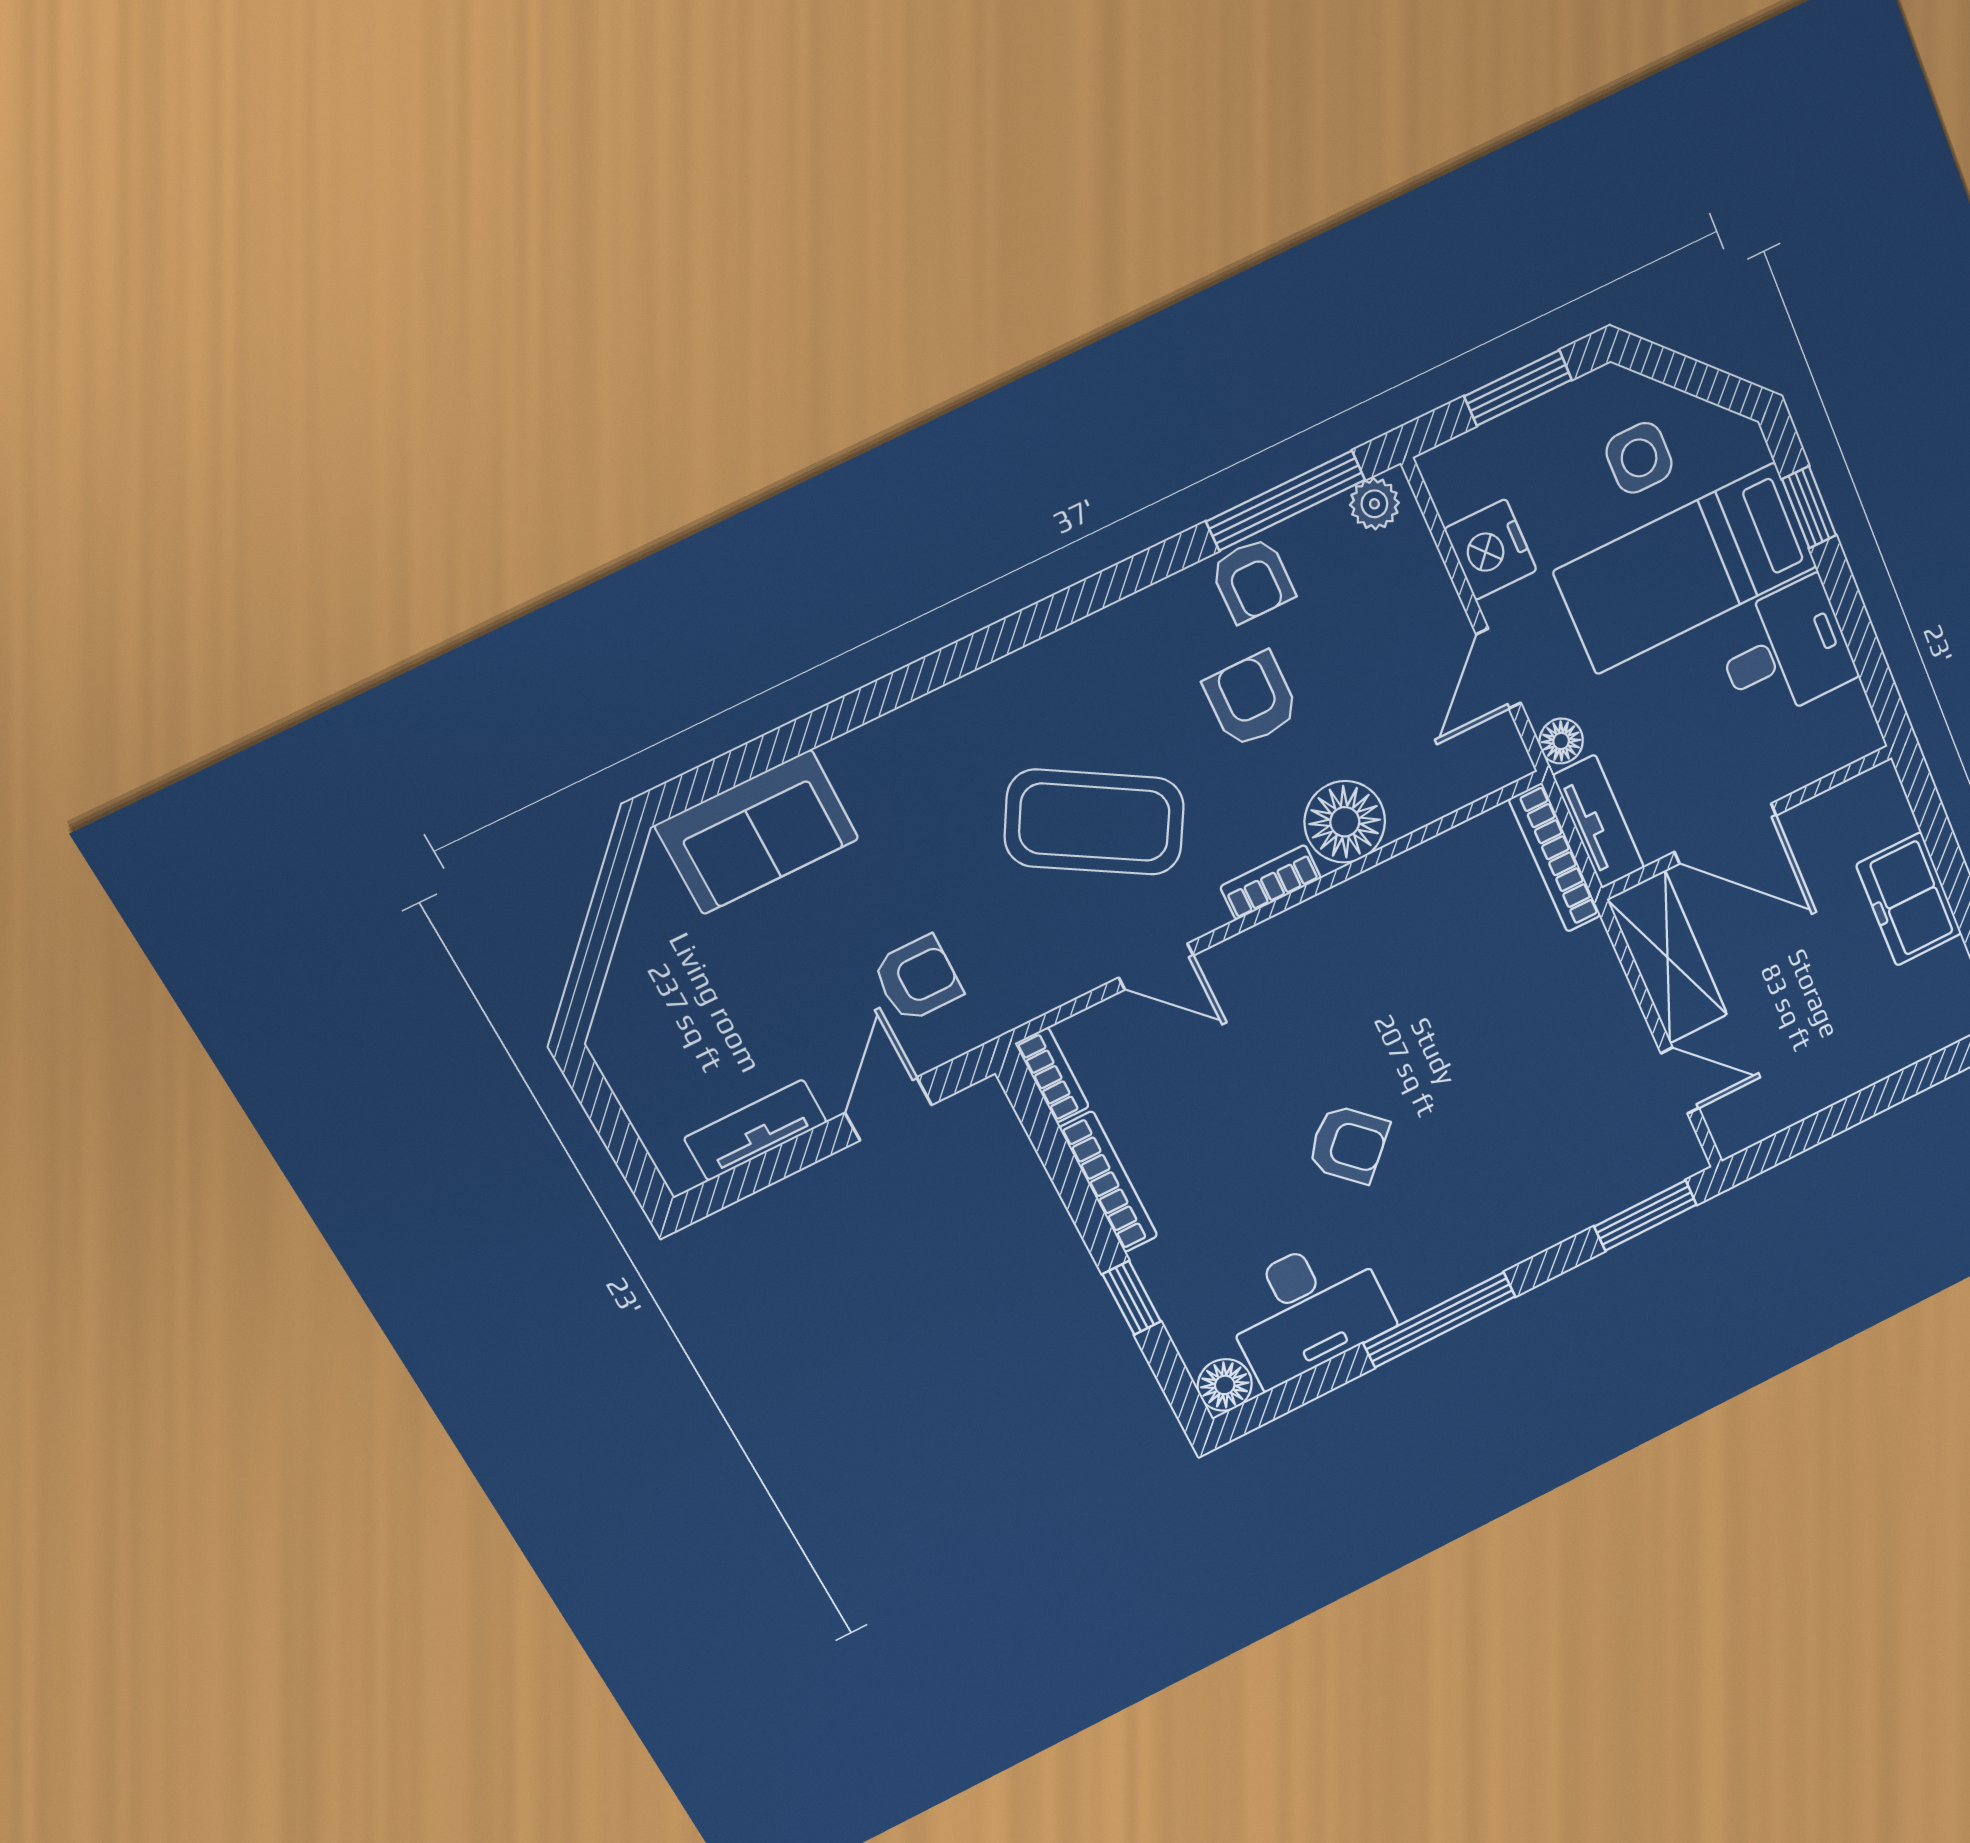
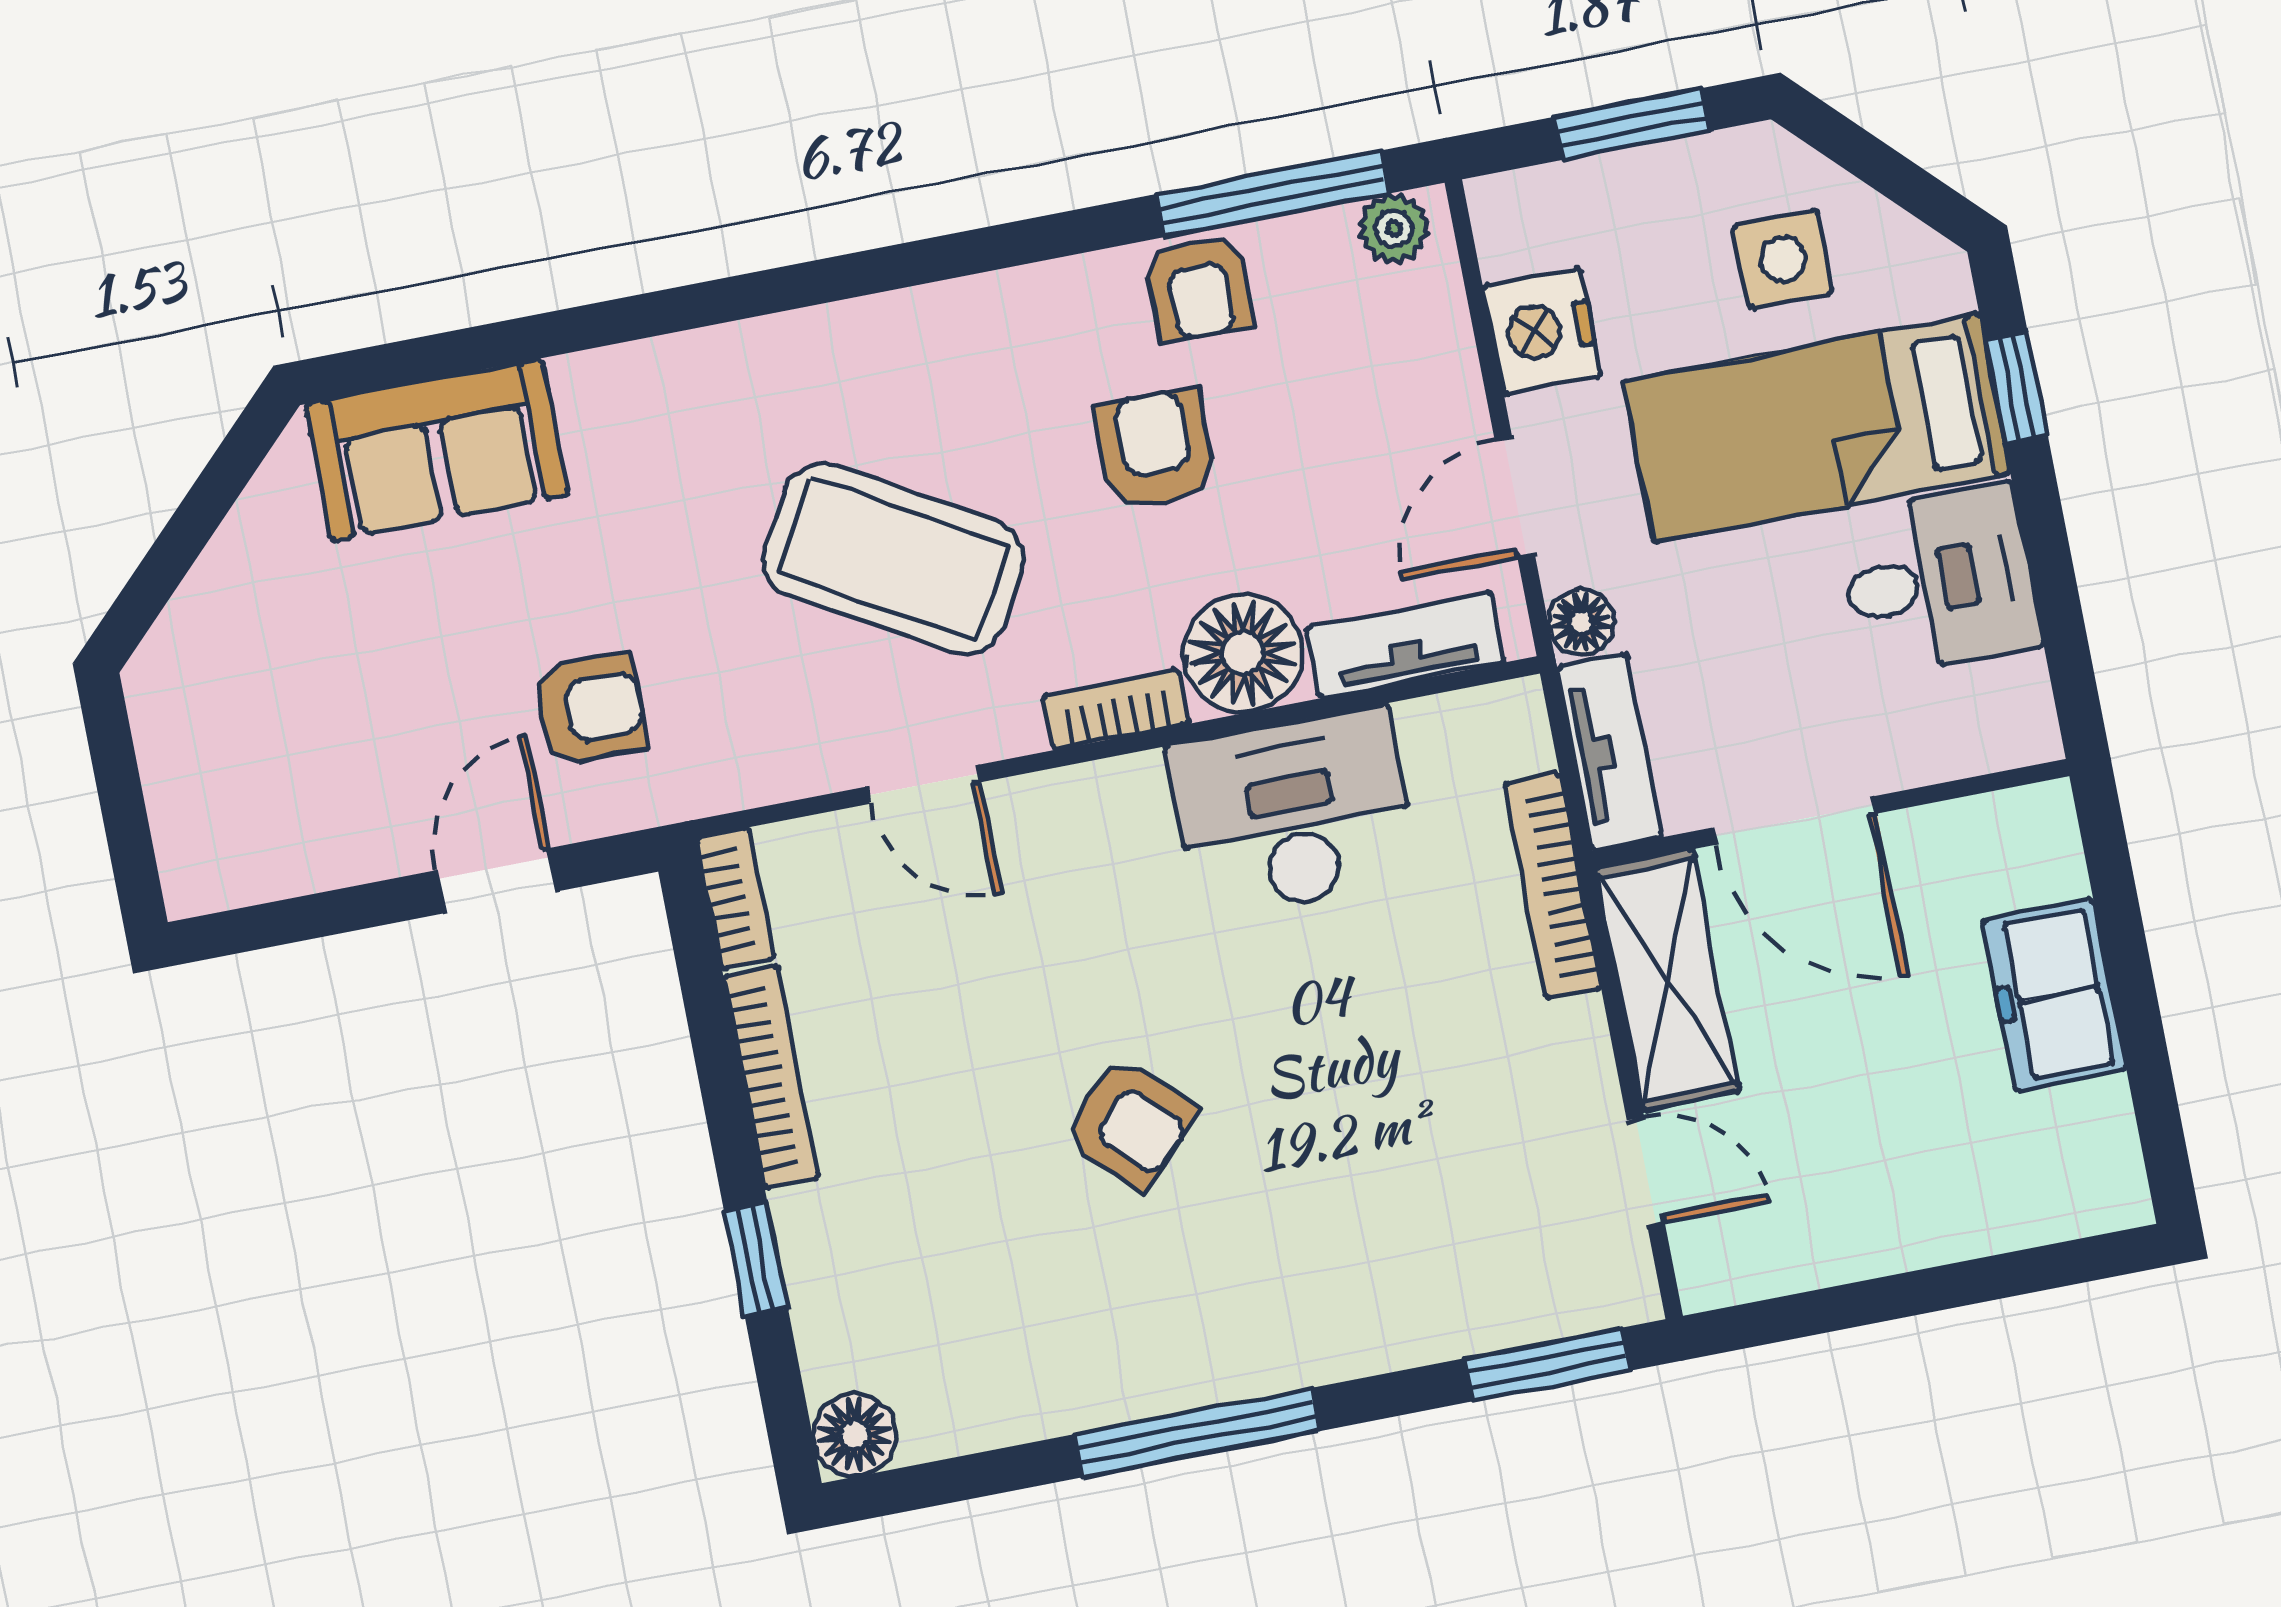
bookcase: (1555, 858) -> (1553, 886), moved
tv unit: (755, 1130) -> (1405, 645), moved
desk: (1307, 1310) -> (1293, 813), moved, turned 180

